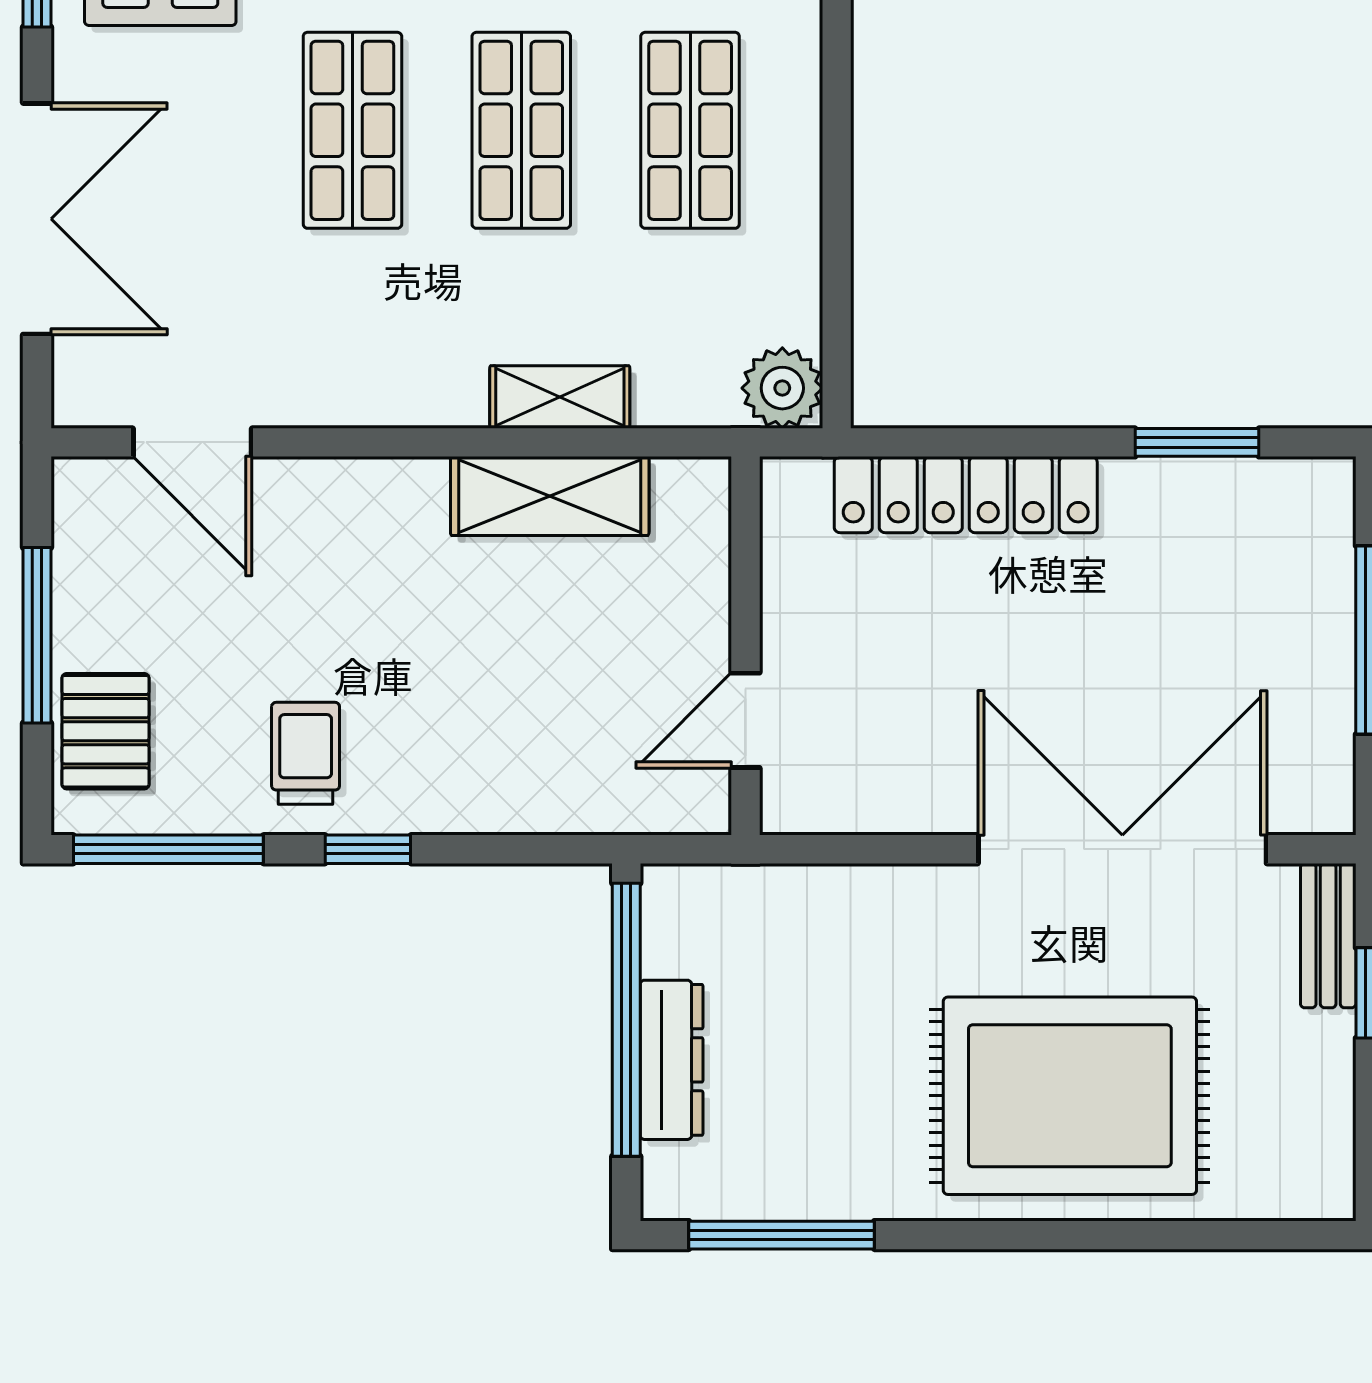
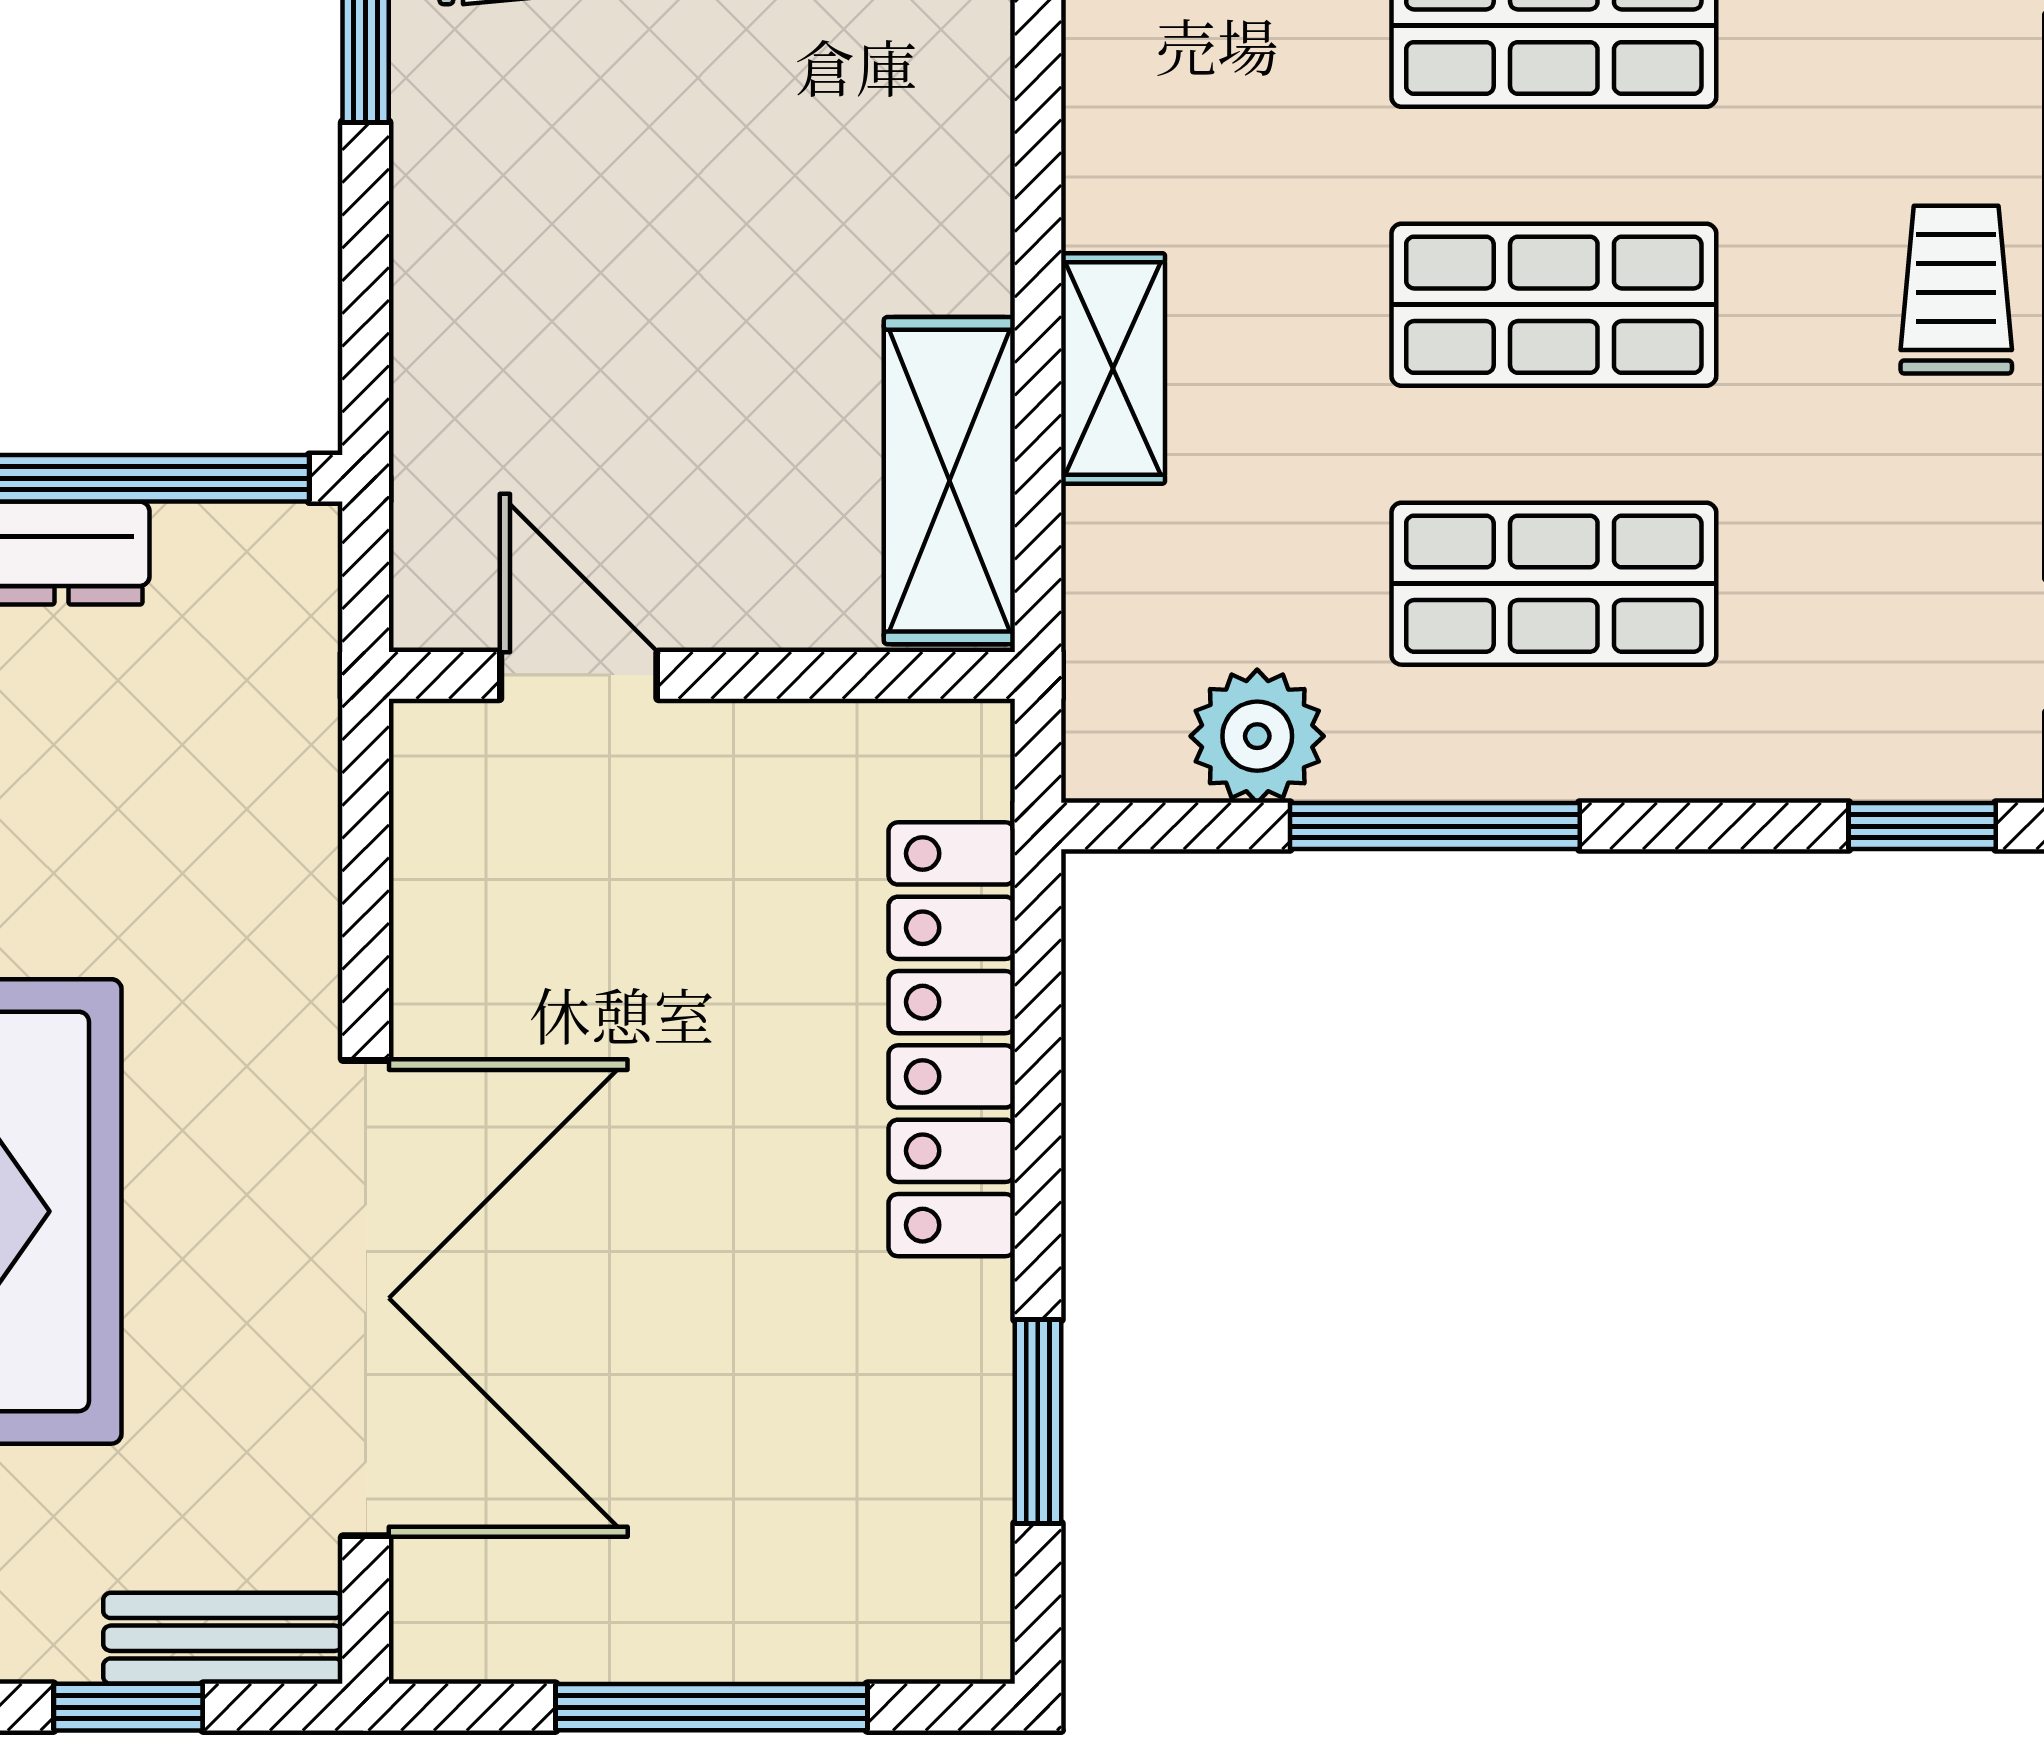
window: (837, 202) -> (1435, 826), added
plant: (782, 388) -> (1257, 736), moved
shelving: (550, 496) -> (949, 481), moved

